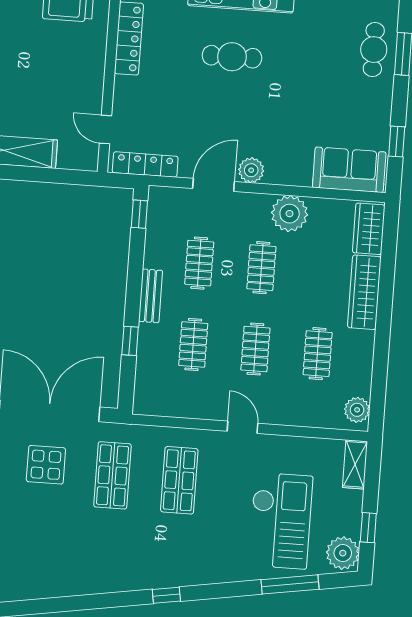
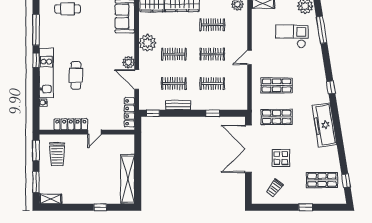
door: (106, 129) -> (95, 132), moved
bench: (151, 296) -> (178, 105), moved
display table: (46, 465) -> (281, 158), moved
checkout: (281, 521) -> (292, 36), width x0.73, depth x0.83
freezer: (88, 576) -> (324, 125), added

